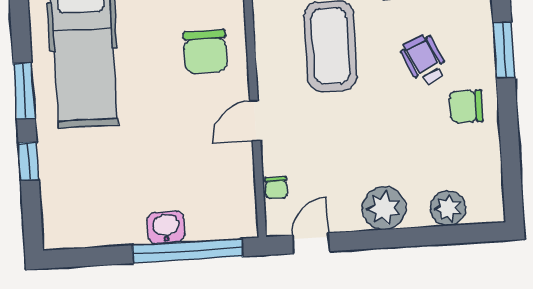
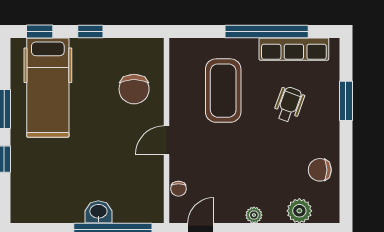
wheelchair: (424, 60) -> (289, 104), turned 45
chair: (466, 106) -> (320, 170), moved
plant: (384, 208) -> (254, 215), width x0.53, depth x0.53

